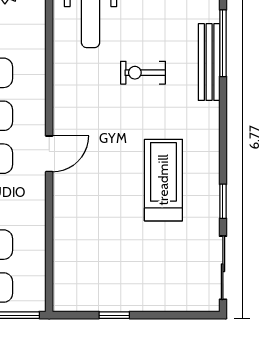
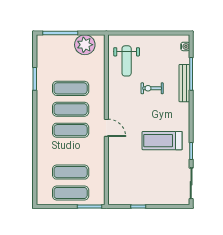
door: (49, 154) -> (106, 128), hinge flipped
treadmill: (163, 180) -> (162, 141), turned -90

